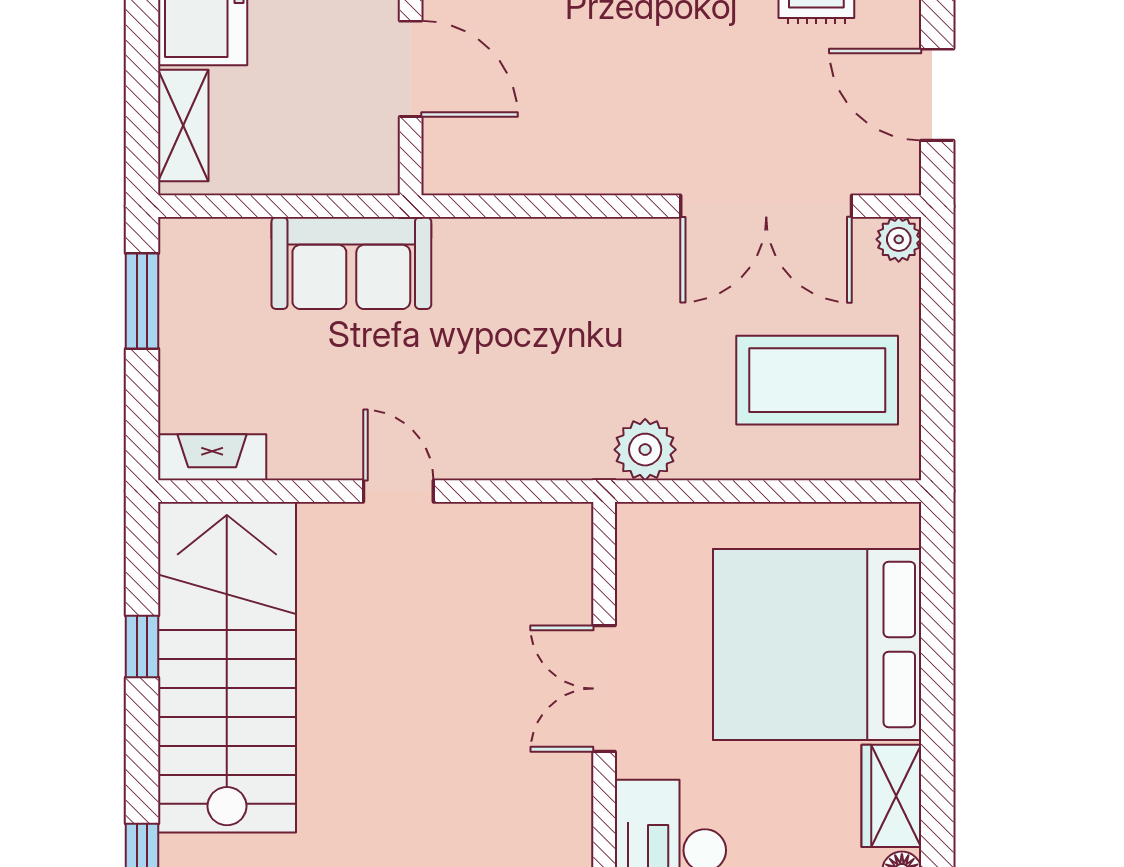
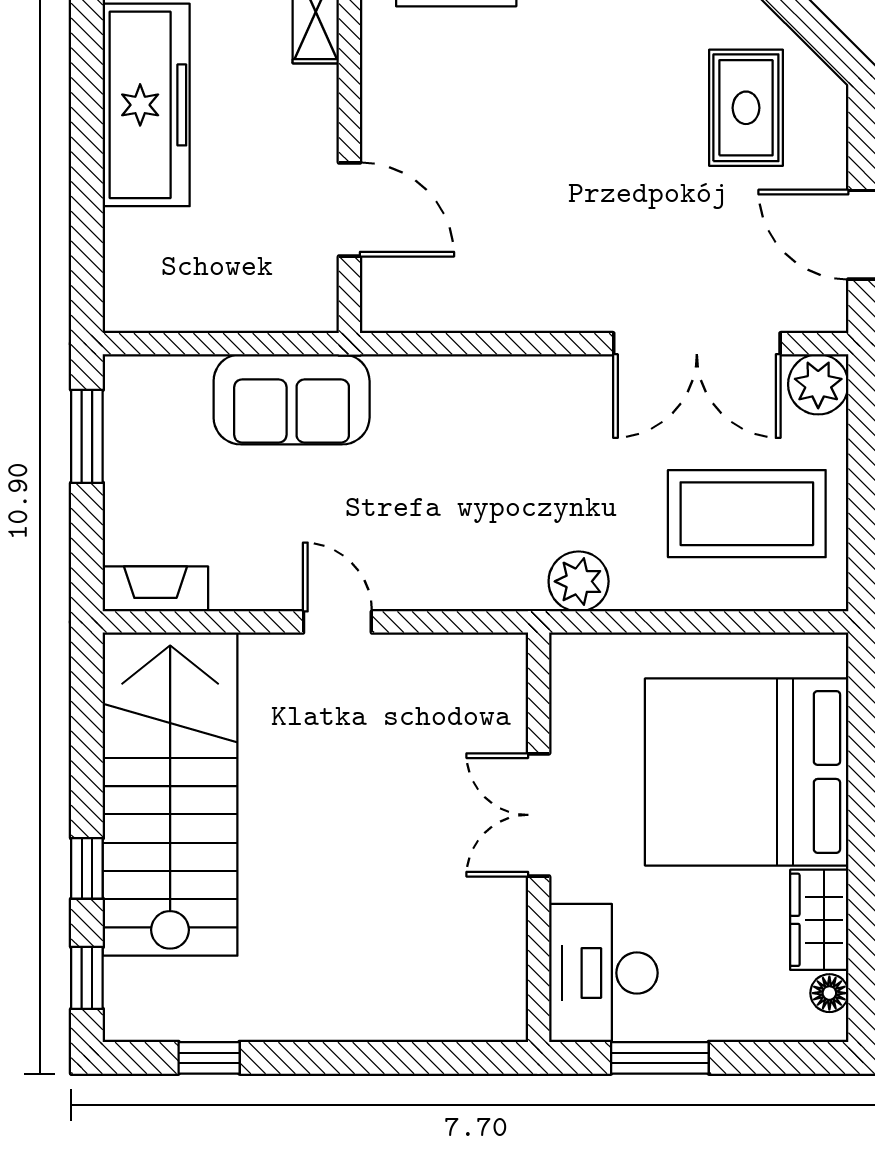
shelving: (183, 126) -> (127, 265), removed
plant: (899, 239) -> (818, 384), width x1.38, depth x1.38
window: (142, 646) -> (87, 868), moved

